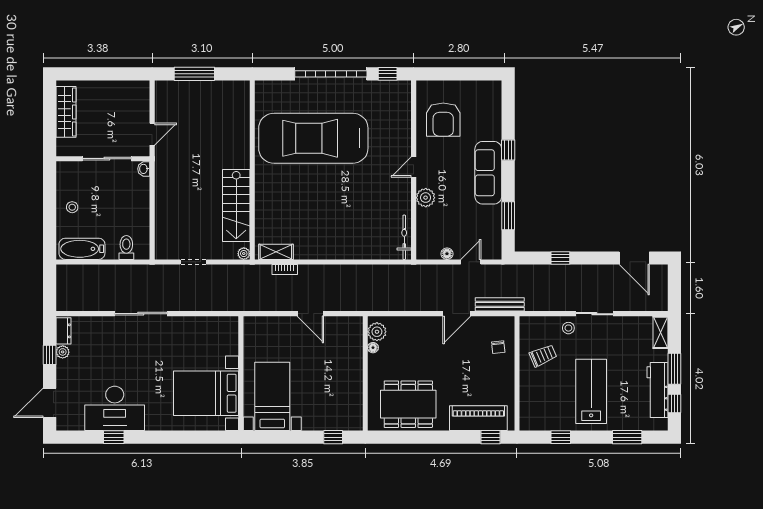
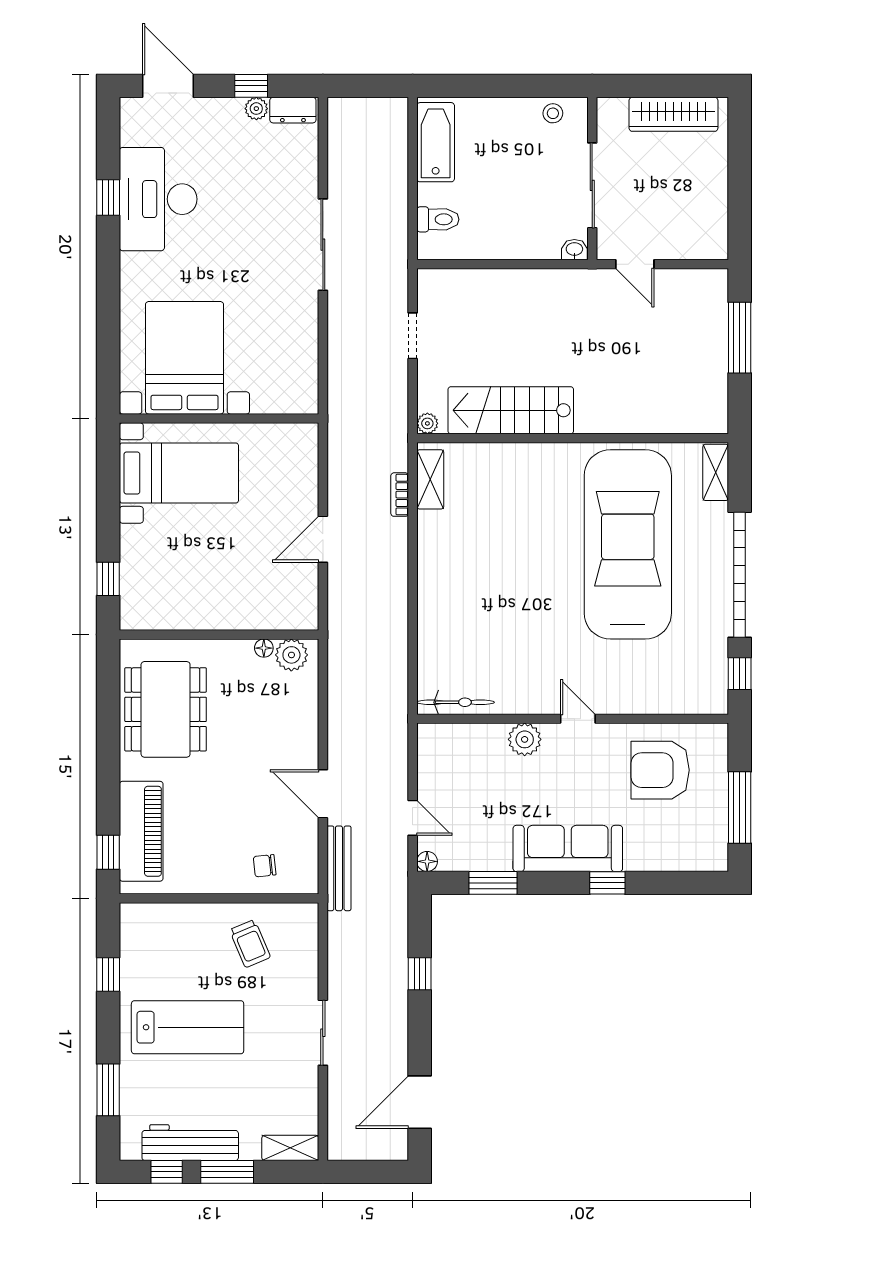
window: (465, 74) -> (740, 807), added
shelving: (272, 88) -> (716, 472), added
stool: (72, 207) -> (553, 113), moved
floor lamp: (447, 254) -> (427, 861), moved
stool: (568, 328) -> (298, 988), removed

